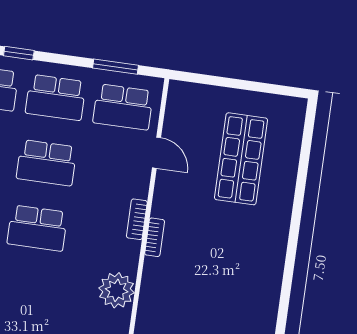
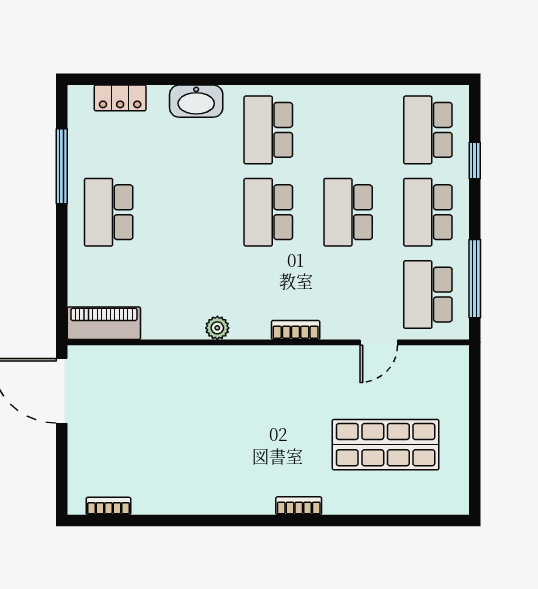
window: (115, 67) -> (475, 279), width x1.44
bookcase: (155, 237) -> (299, 506), moved, turned 180
plant: (117, 290) -> (217, 328), width x0.53, depth x0.53

